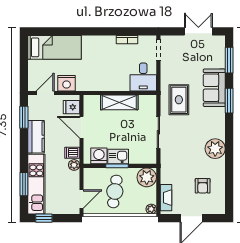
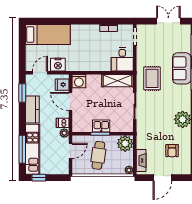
shelving: (119, 102) -> (118, 81), moved
washing machine: (99, 156) -> (79, 81), moved, turned 180
window: (24, 184) -> (22, 149), width x1.44
door: (81, 199) -> (70, 151), moved

